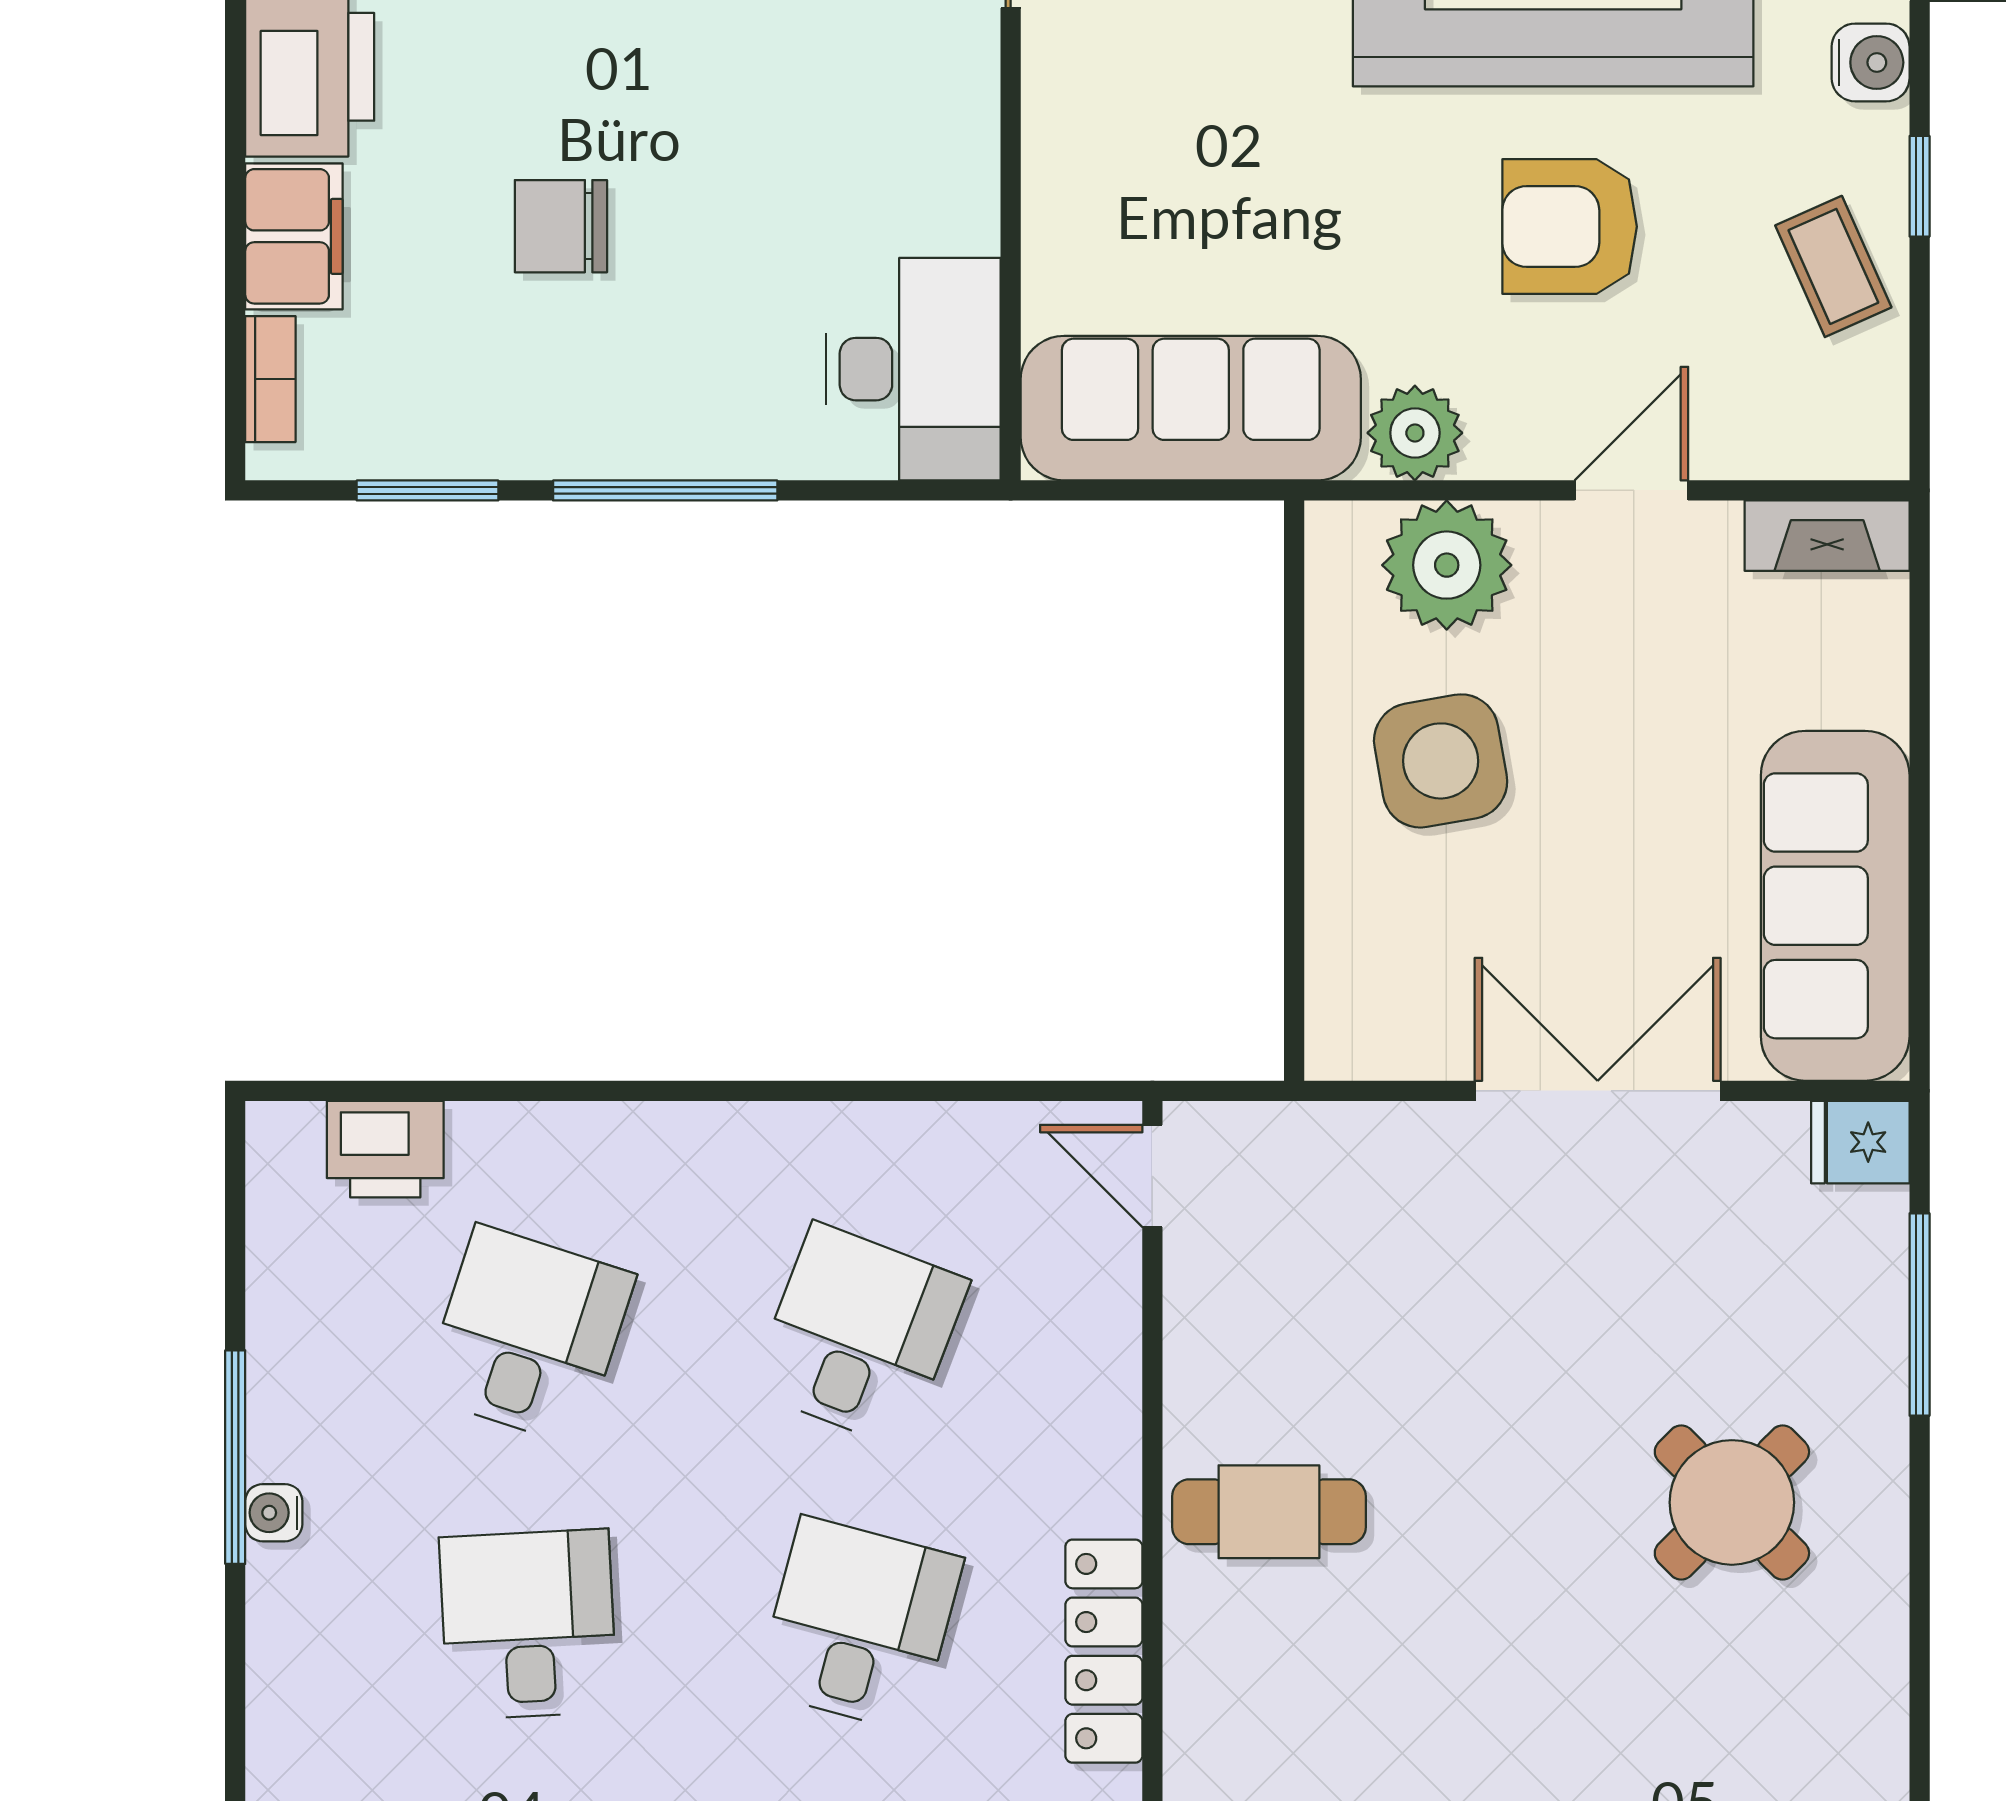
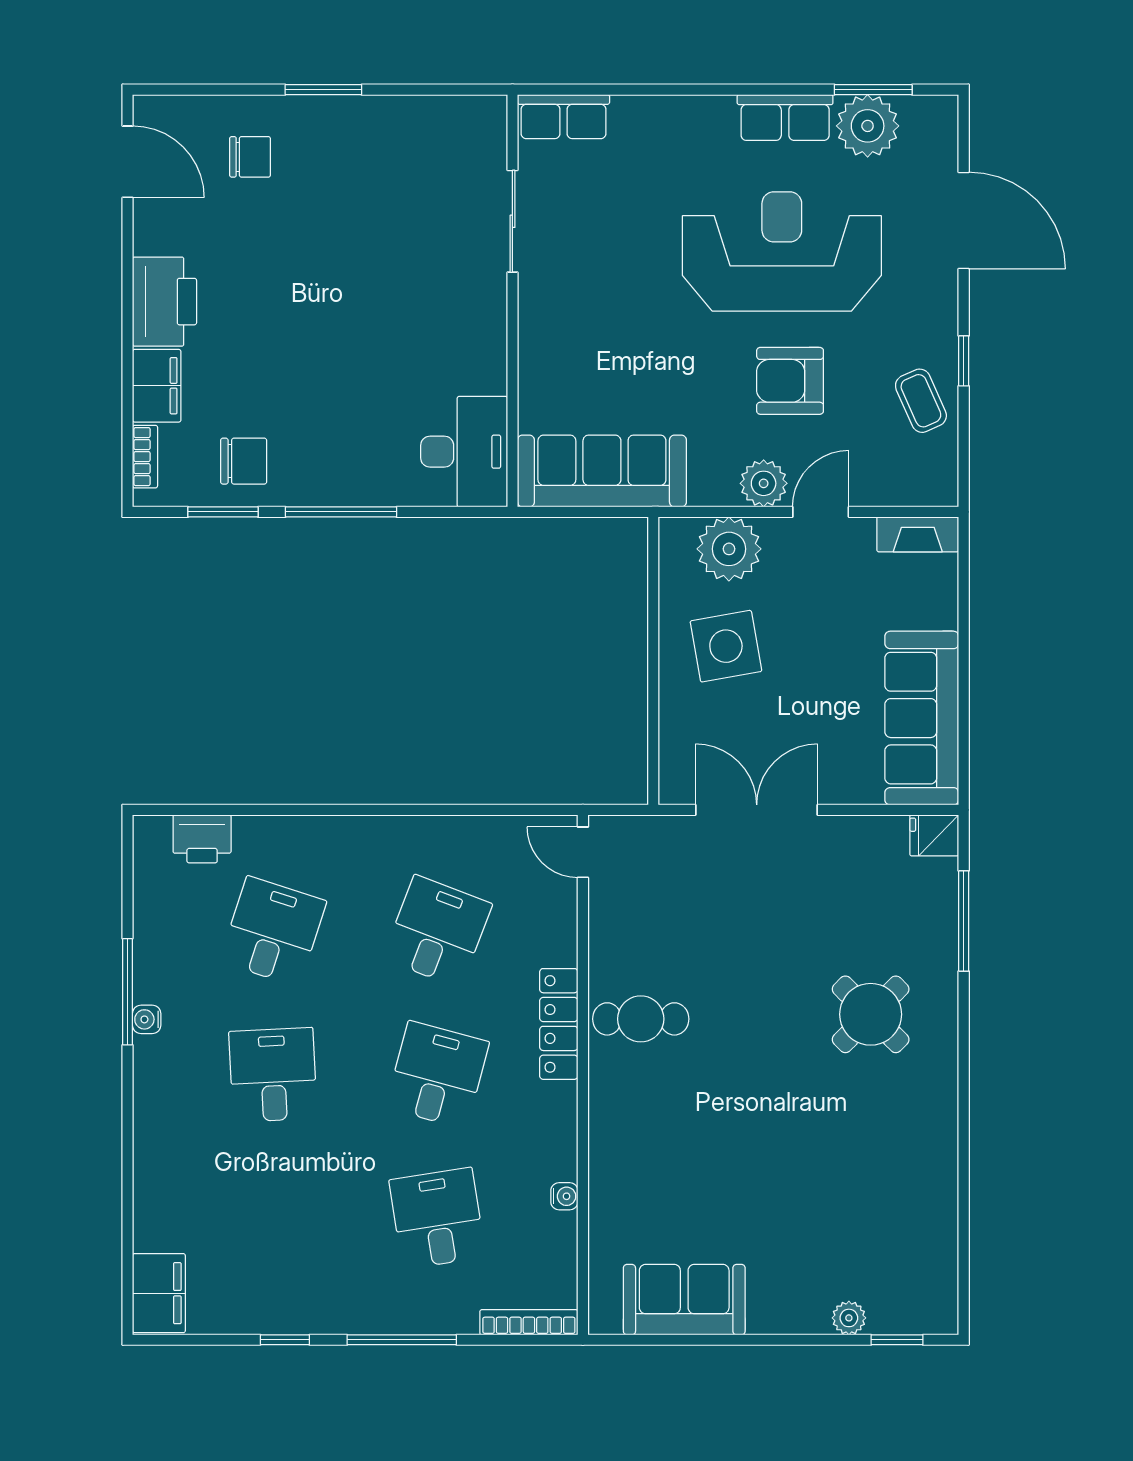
water cooler: (1871, 62) -> (939, 299), removed
chair: (561, 226) -> (244, 461), moved, turned 180
plant: (1415, 433) -> (764, 483), moved
double door: (1598, 1091) -> (757, 810), moved
locker: (1104, 1651) -> (559, 1024), moved

